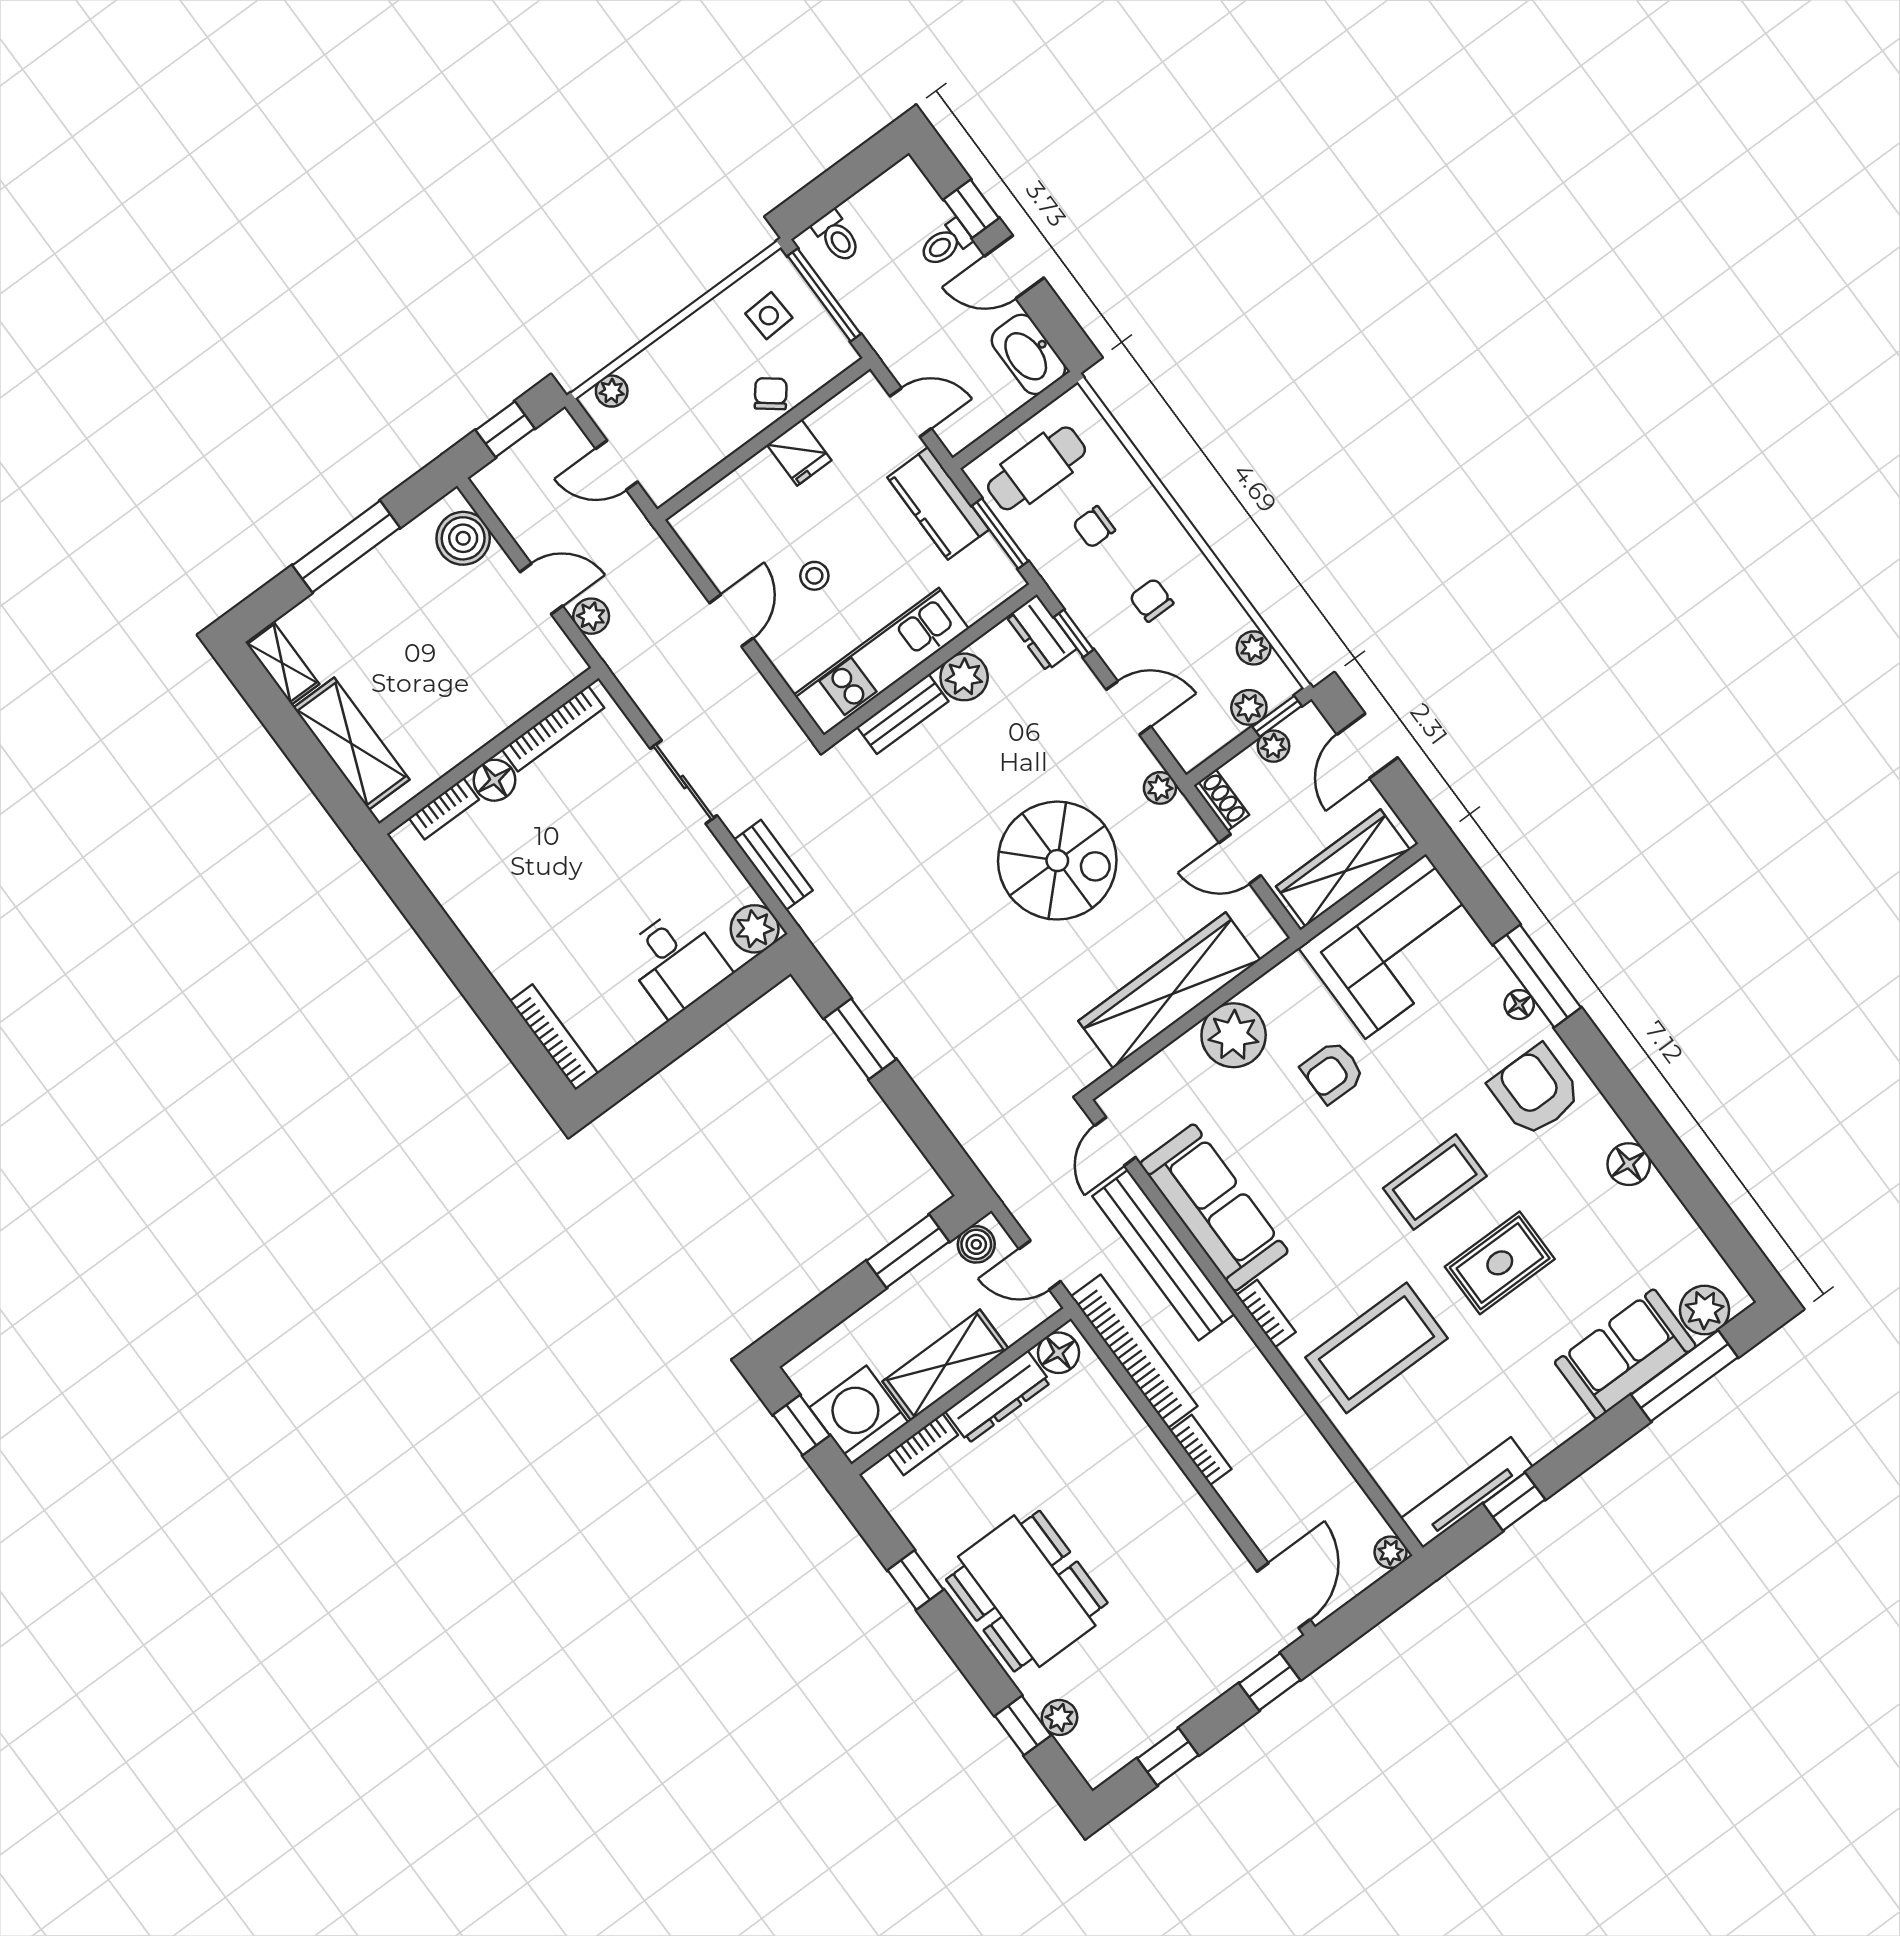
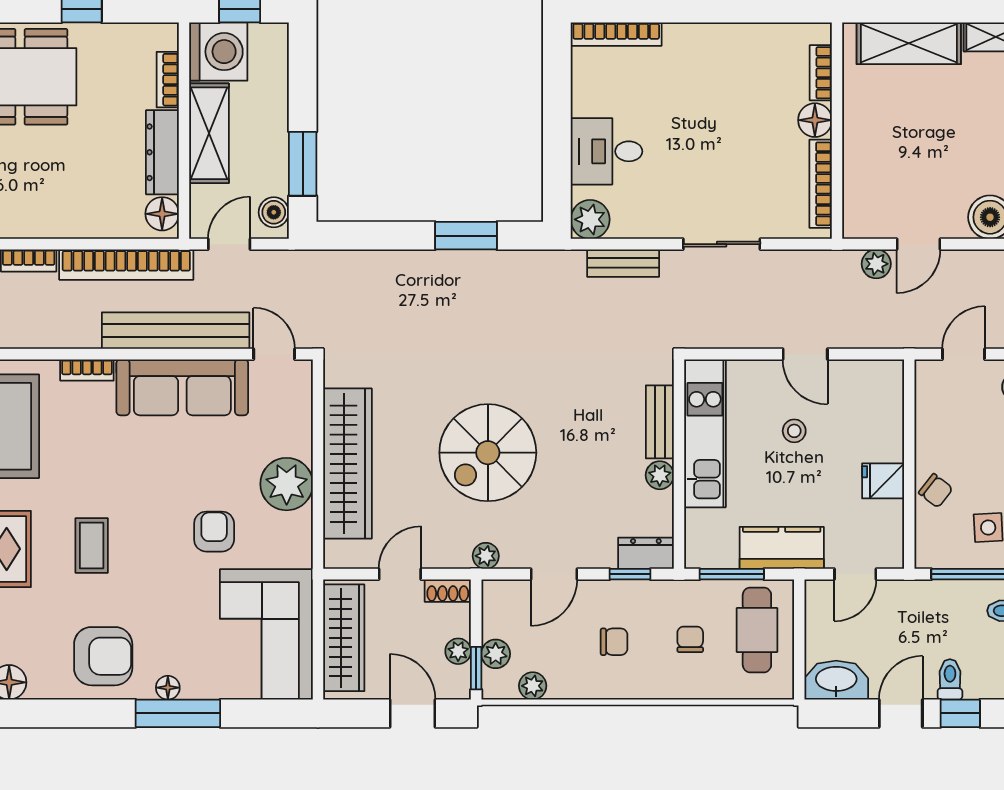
plant: (964, 677) -> (660, 475), width x0.73, depth x0.73
coffee table: (1435, 1182) -> (92, 545), width x0.73, depth x0.77

